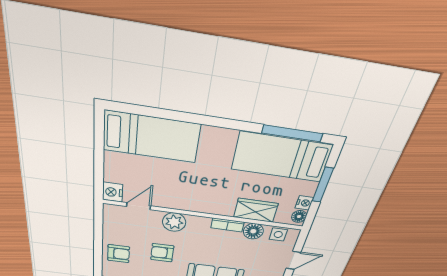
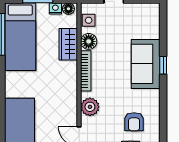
bookcase: (227, 225) -> (86, 71), width x1.56
armchair: (162, 253) -> (134, 122), moved

